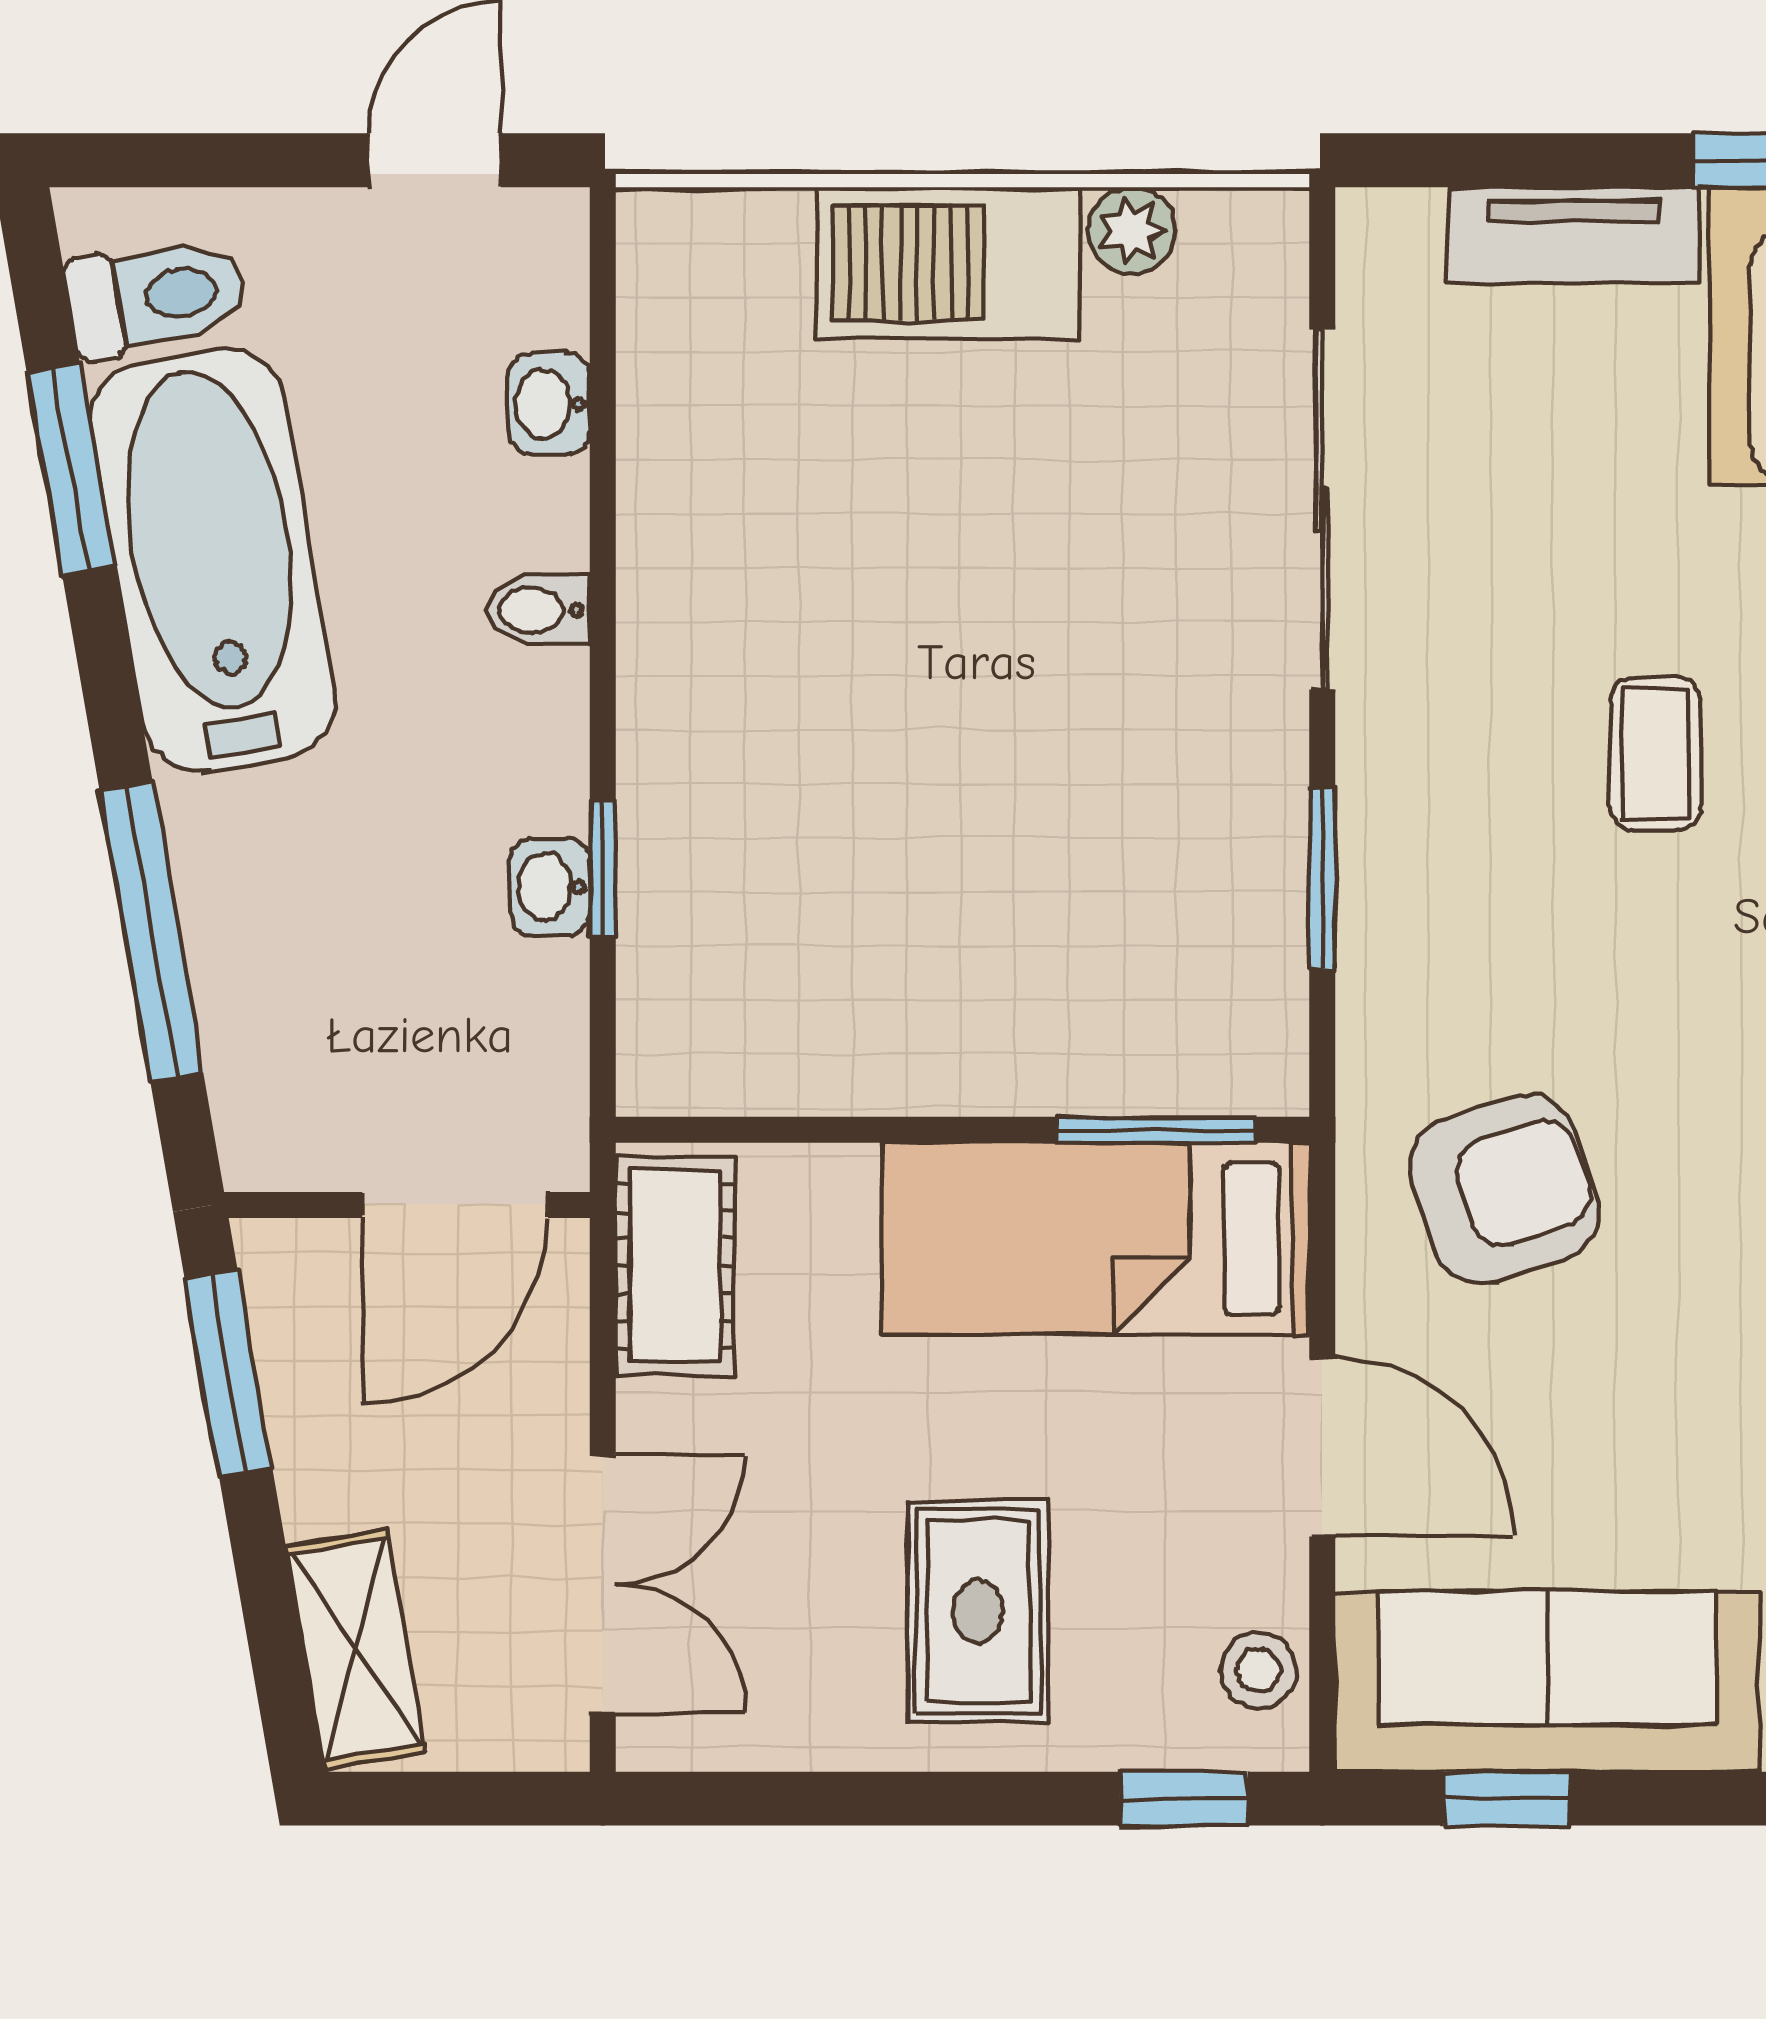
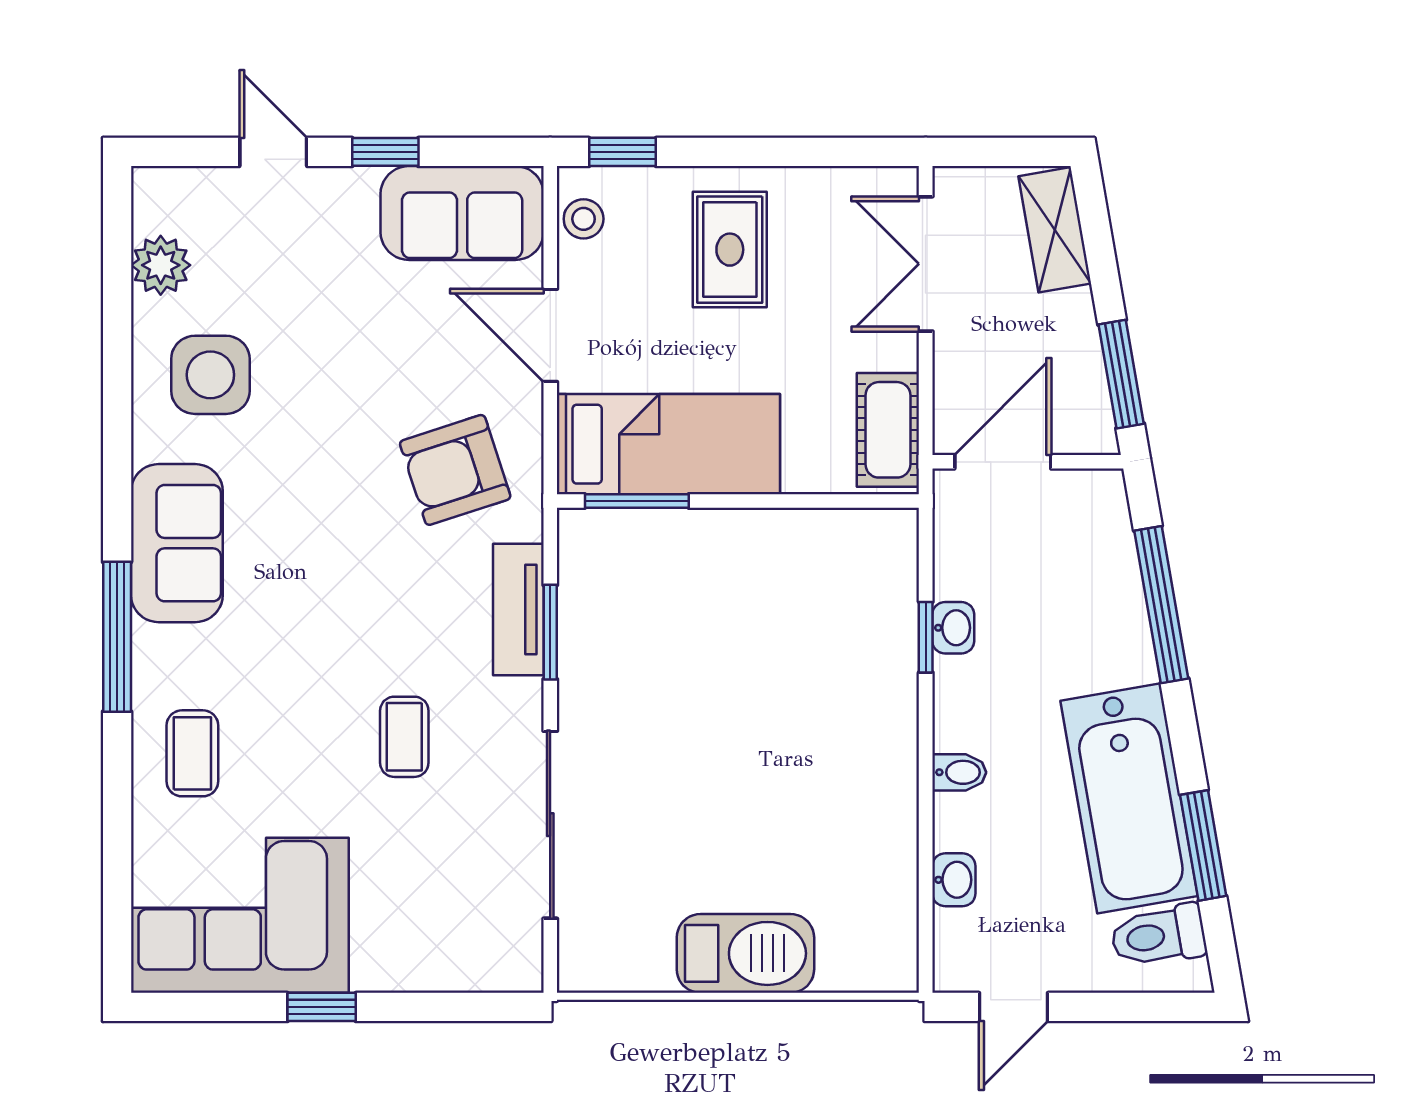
plant: (1132, 231) -> (650, 970), removed
tv unit: (1574, 235) -> (518, 609), moved, turned -90
coffee table: (1655, 754) -> (404, 737), moved
sofa: (1547, 1682) -> (462, 213), width x0.73
window: (1507, 1799) -> (385, 152), moved

